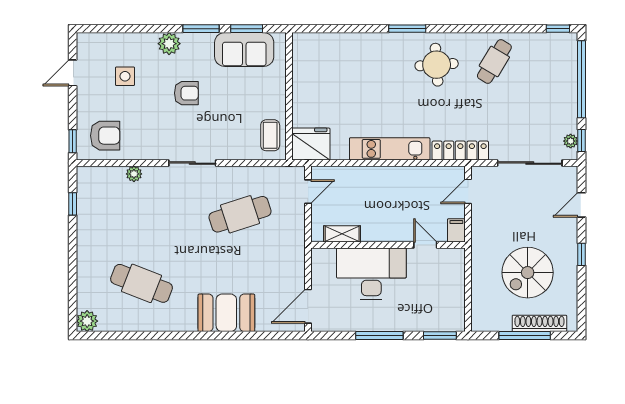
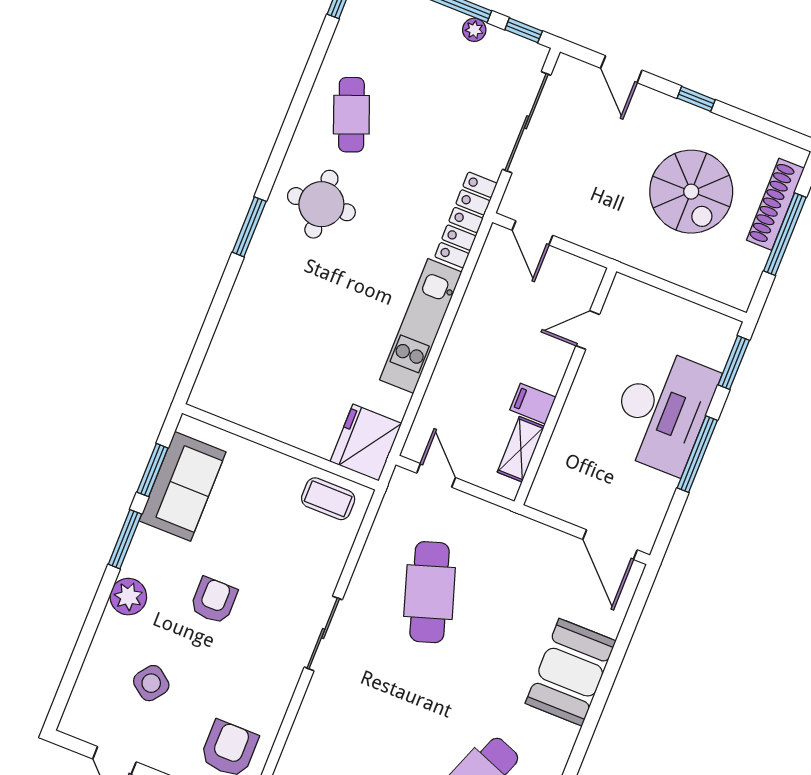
cafe table: (494, 61) -> (351, 115), turned 38
side table: (125, 76) -> (151, 683), turned 37
plant: (571, 141) -> (474, 30), moved
plant: (134, 174) -> (304, 728), removed
filing cabinet: (456, 230) -> (533, 404), moved
desk: (371, 274) -> (662, 410), moved, turned 180

